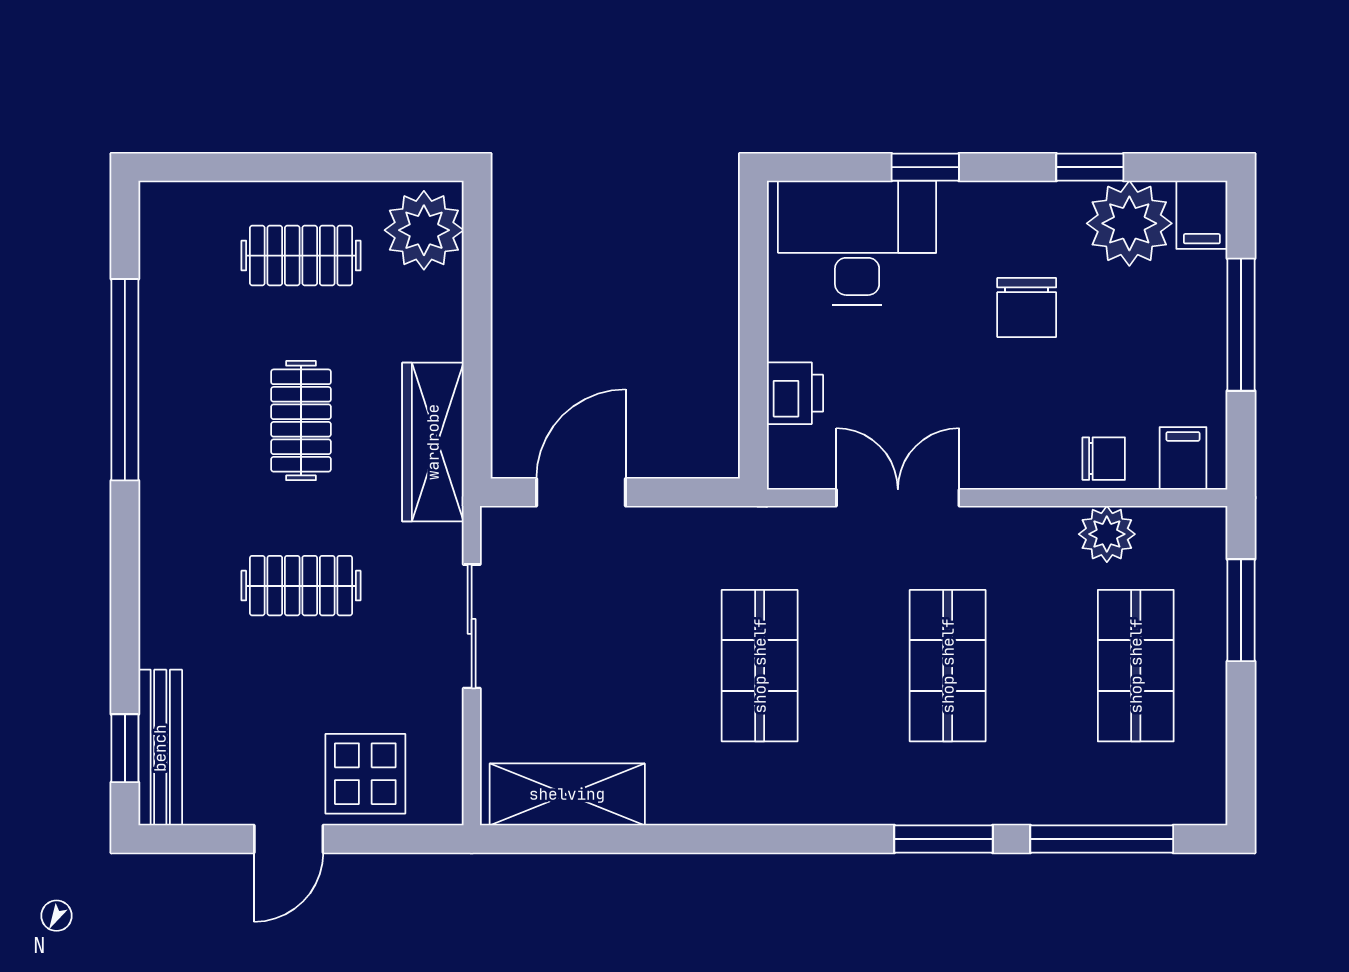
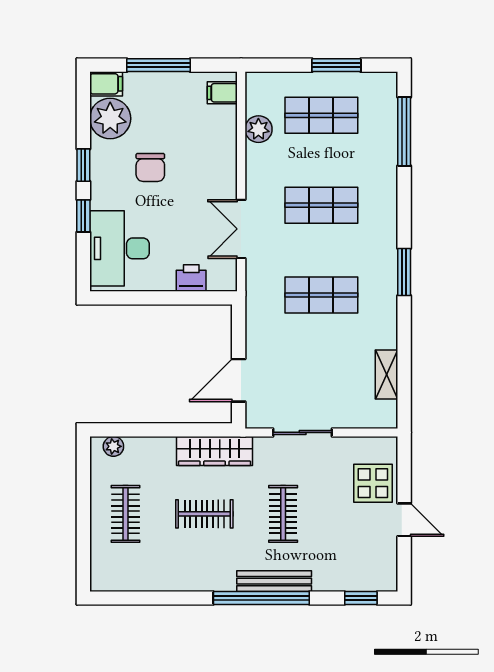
window: (1090, 167) -> (83, 165), moved
plant: (424, 230) -> (113, 446), width x0.53, depth x0.53
chair: (1027, 308) -> (150, 167), turned 90
window: (125, 380) -> (261, 598), moved
chair: (1104, 459) -> (223, 131), removed
door: (581, 492) -> (239, 380), hinge flipped
window: (1241, 610) -> (336, 65), moved
bench: (160, 748) -> (274, 581), moved
shelving: (567, 794) -> (387, 374), width x0.67, depth x0.75
window: (944, 839) -> (404, 272), moved

